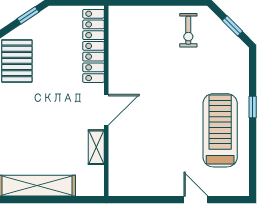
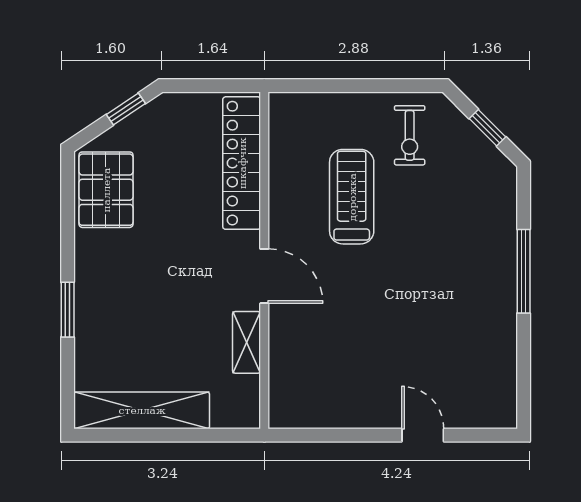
window: (253, 107) -> (524, 271), width x2.17
door: (106, 110) -> (264, 276), hinge flipped
treadmill: (220, 130) -> (352, 197), moved, width x0.73, depth x0.73

